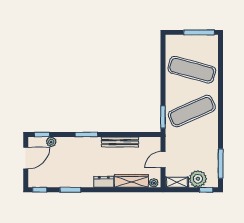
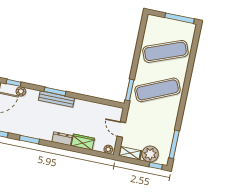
exercise mat: (192, 70) -> (165, 51), turned -36
bench: (120, 142) -> (56, 99), moved
door: (163, 160) -> (121, 129), hinge flipped
wardrobe: (131, 181) -> (83, 142), width x0.67

